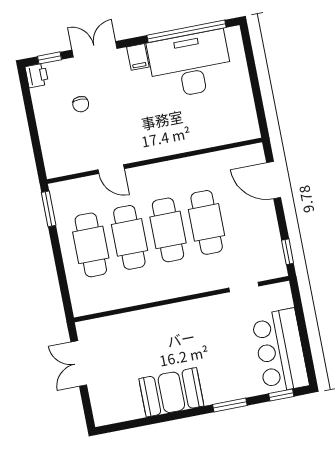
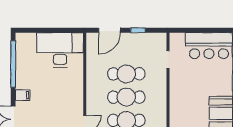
desk: (190, 65) -> (60, 50), moved, turned 90
window: (288, 252) -> (138, 30), moved

